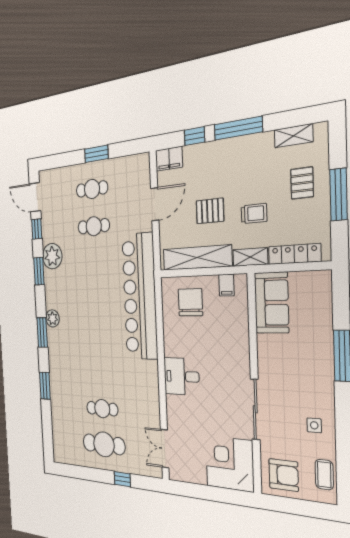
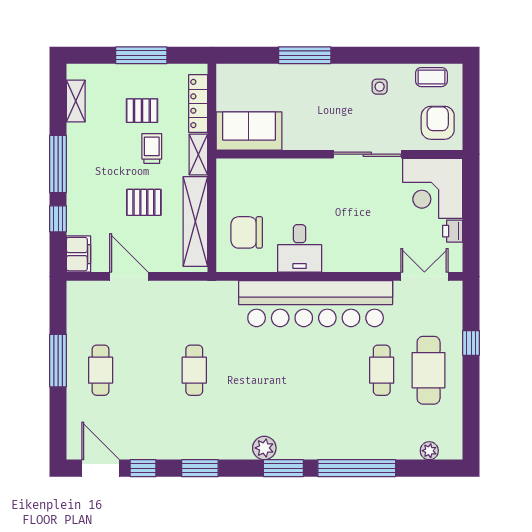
window: (96, 154) -> (58, 361), width x1.44
pallet: (302, 183) -> (142, 111), moved
door: (35, 197) -> (101, 468), swing flipped
pallet: (210, 211) -> (144, 202), turned 90
cafe table: (94, 226) -> (194, 370), moved
plant: (52, 256) -> (429, 451), moved, width x0.53, depth x0.53
filing cabinet: (226, 285) -> (228, 185), removed
bar counter: (140, 296) -> (316, 304), moved
desk: (181, 376) -> (300, 248), moved
window: (45, 386) -> (357, 468), width x2.11
double door: (165, 449) -> (424, 276), swing flipped
printer: (198, 476) -> (453, 231), added

